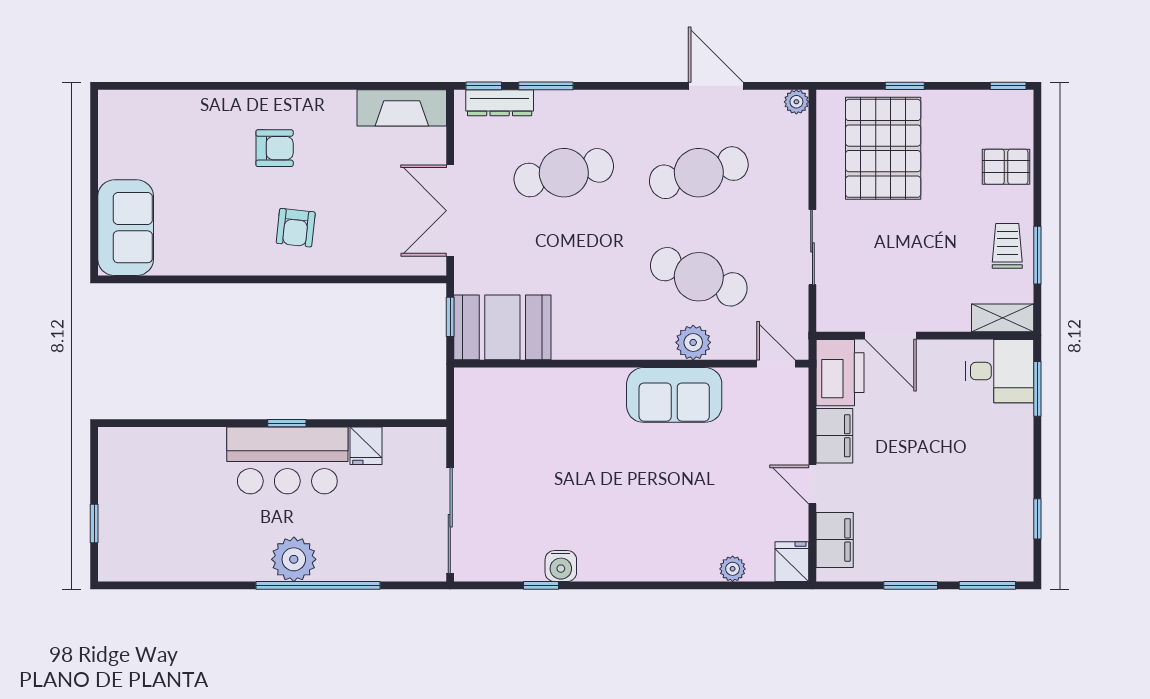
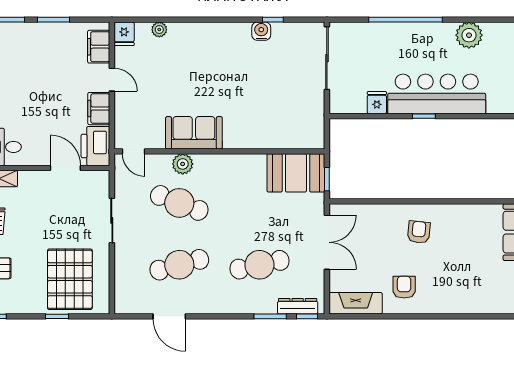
plant: (796, 102) -> (121, 307), removed
armchair: (275, 148) -> (404, 287), moved, turned 90
bar counter: (287, 460) -> (437, 94), width x1.36
plant: (294, 559) -> (469, 35), moved

